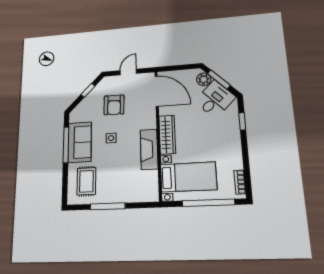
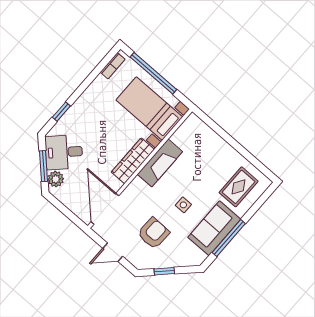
window: (108, 206) -> (239, 148), removed

